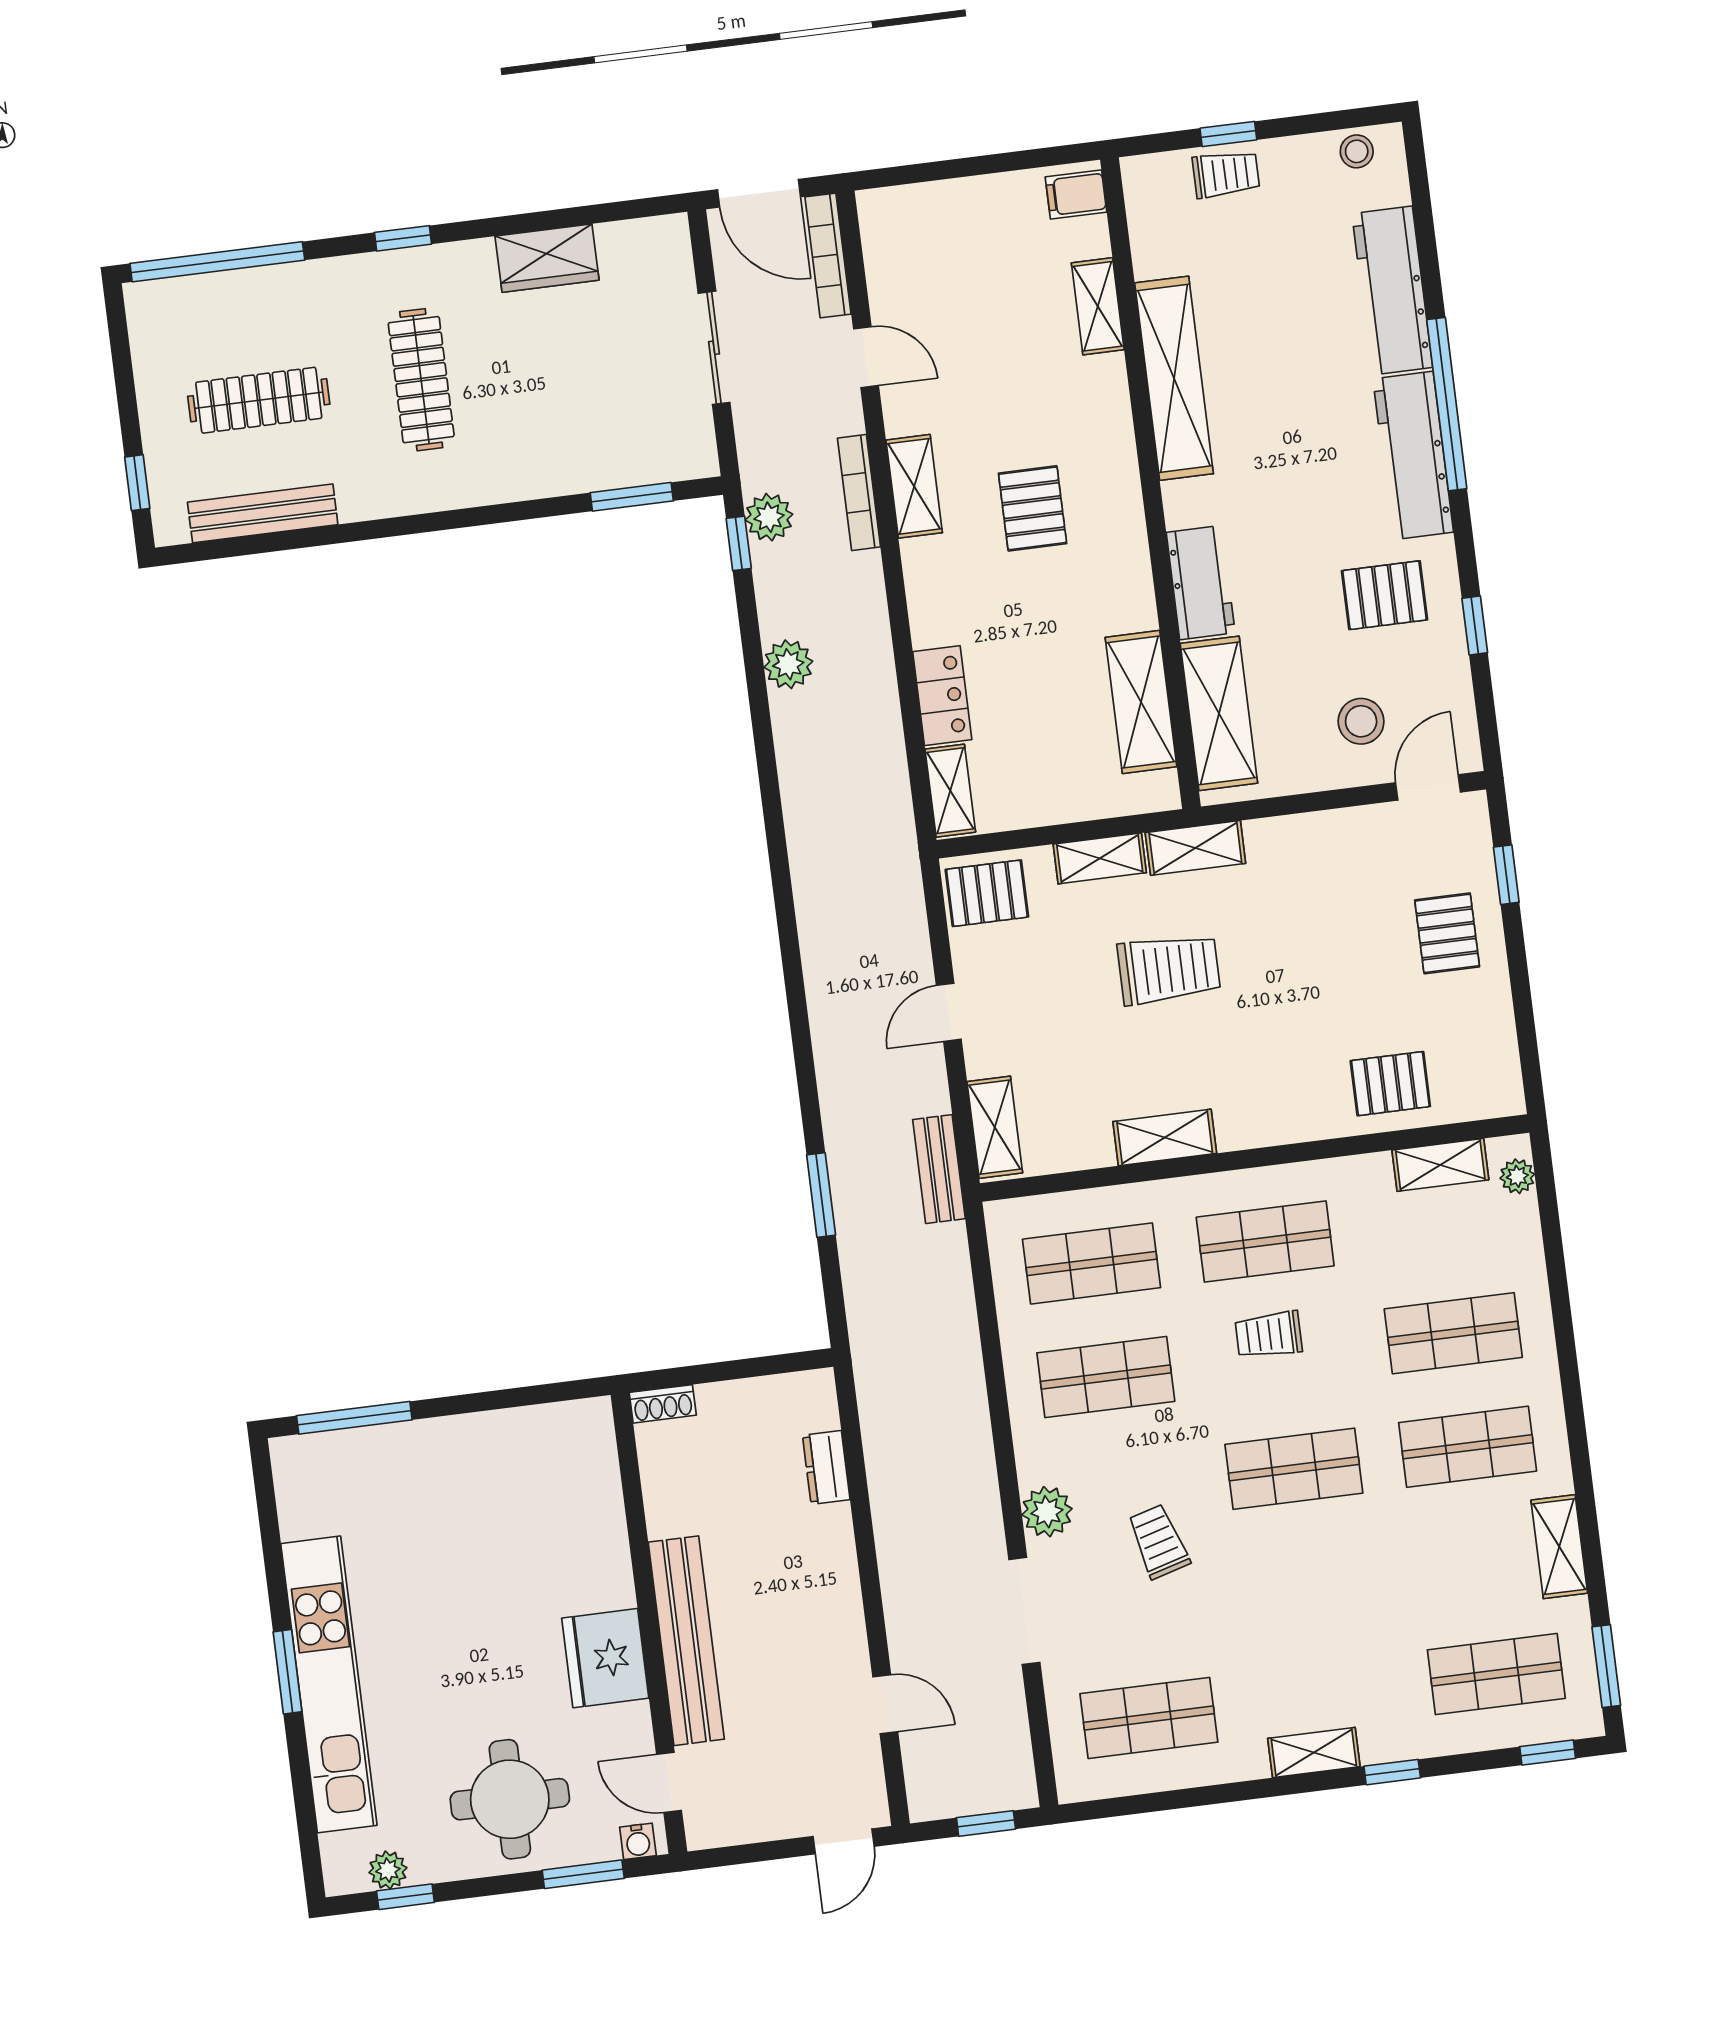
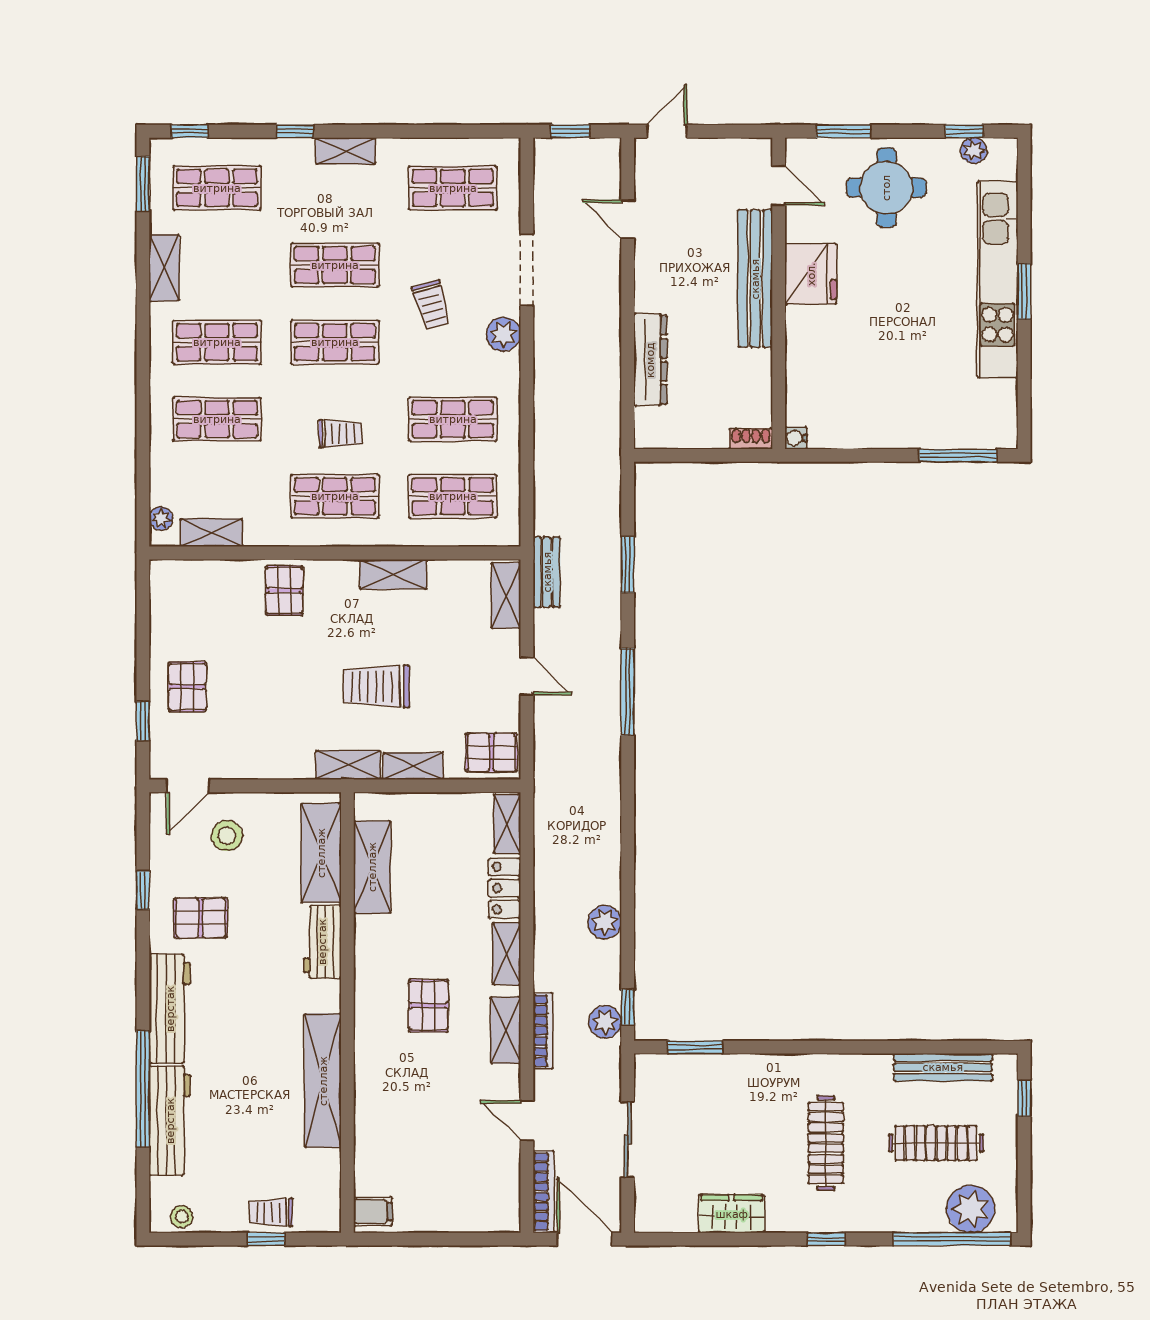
shelving: (1098, 306) -> (507, 954), moved
plant: (196, 310) -> (971, 1209), added
window: (1447, 404) -> (143, 1089), moved
window: (797, 1008) -> (628, 692), added
door: (949, 1012) -> (527, 676), hinge flipped
pallet: (1390, 1084) -> (284, 590), moved, turned 90
dresser: (826, 1467) -> (650, 360), width x1.96, depth x1.24
shop shelf: (1308, 1582) -> (335, 265), added
water cooler: (638, 1841) -> (796, 438), moved, turned -90

